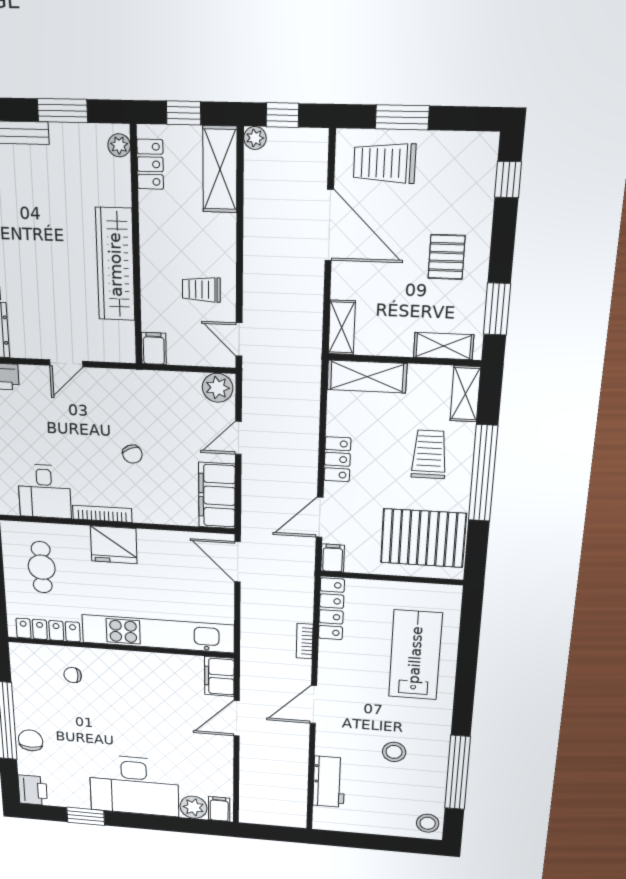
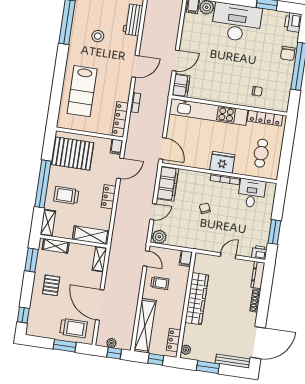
plant: (255, 138) -> (111, 343), moved
shelving: (220, 169) -> (145, 326), width x1.47
trolley: (429, 454) -> (66, 195), turned 90

